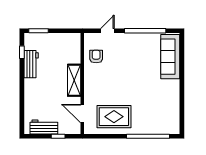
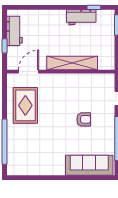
armchair: (96, 56) -> (84, 119), moved
shelving: (74, 80) -> (72, 63), width x1.47

